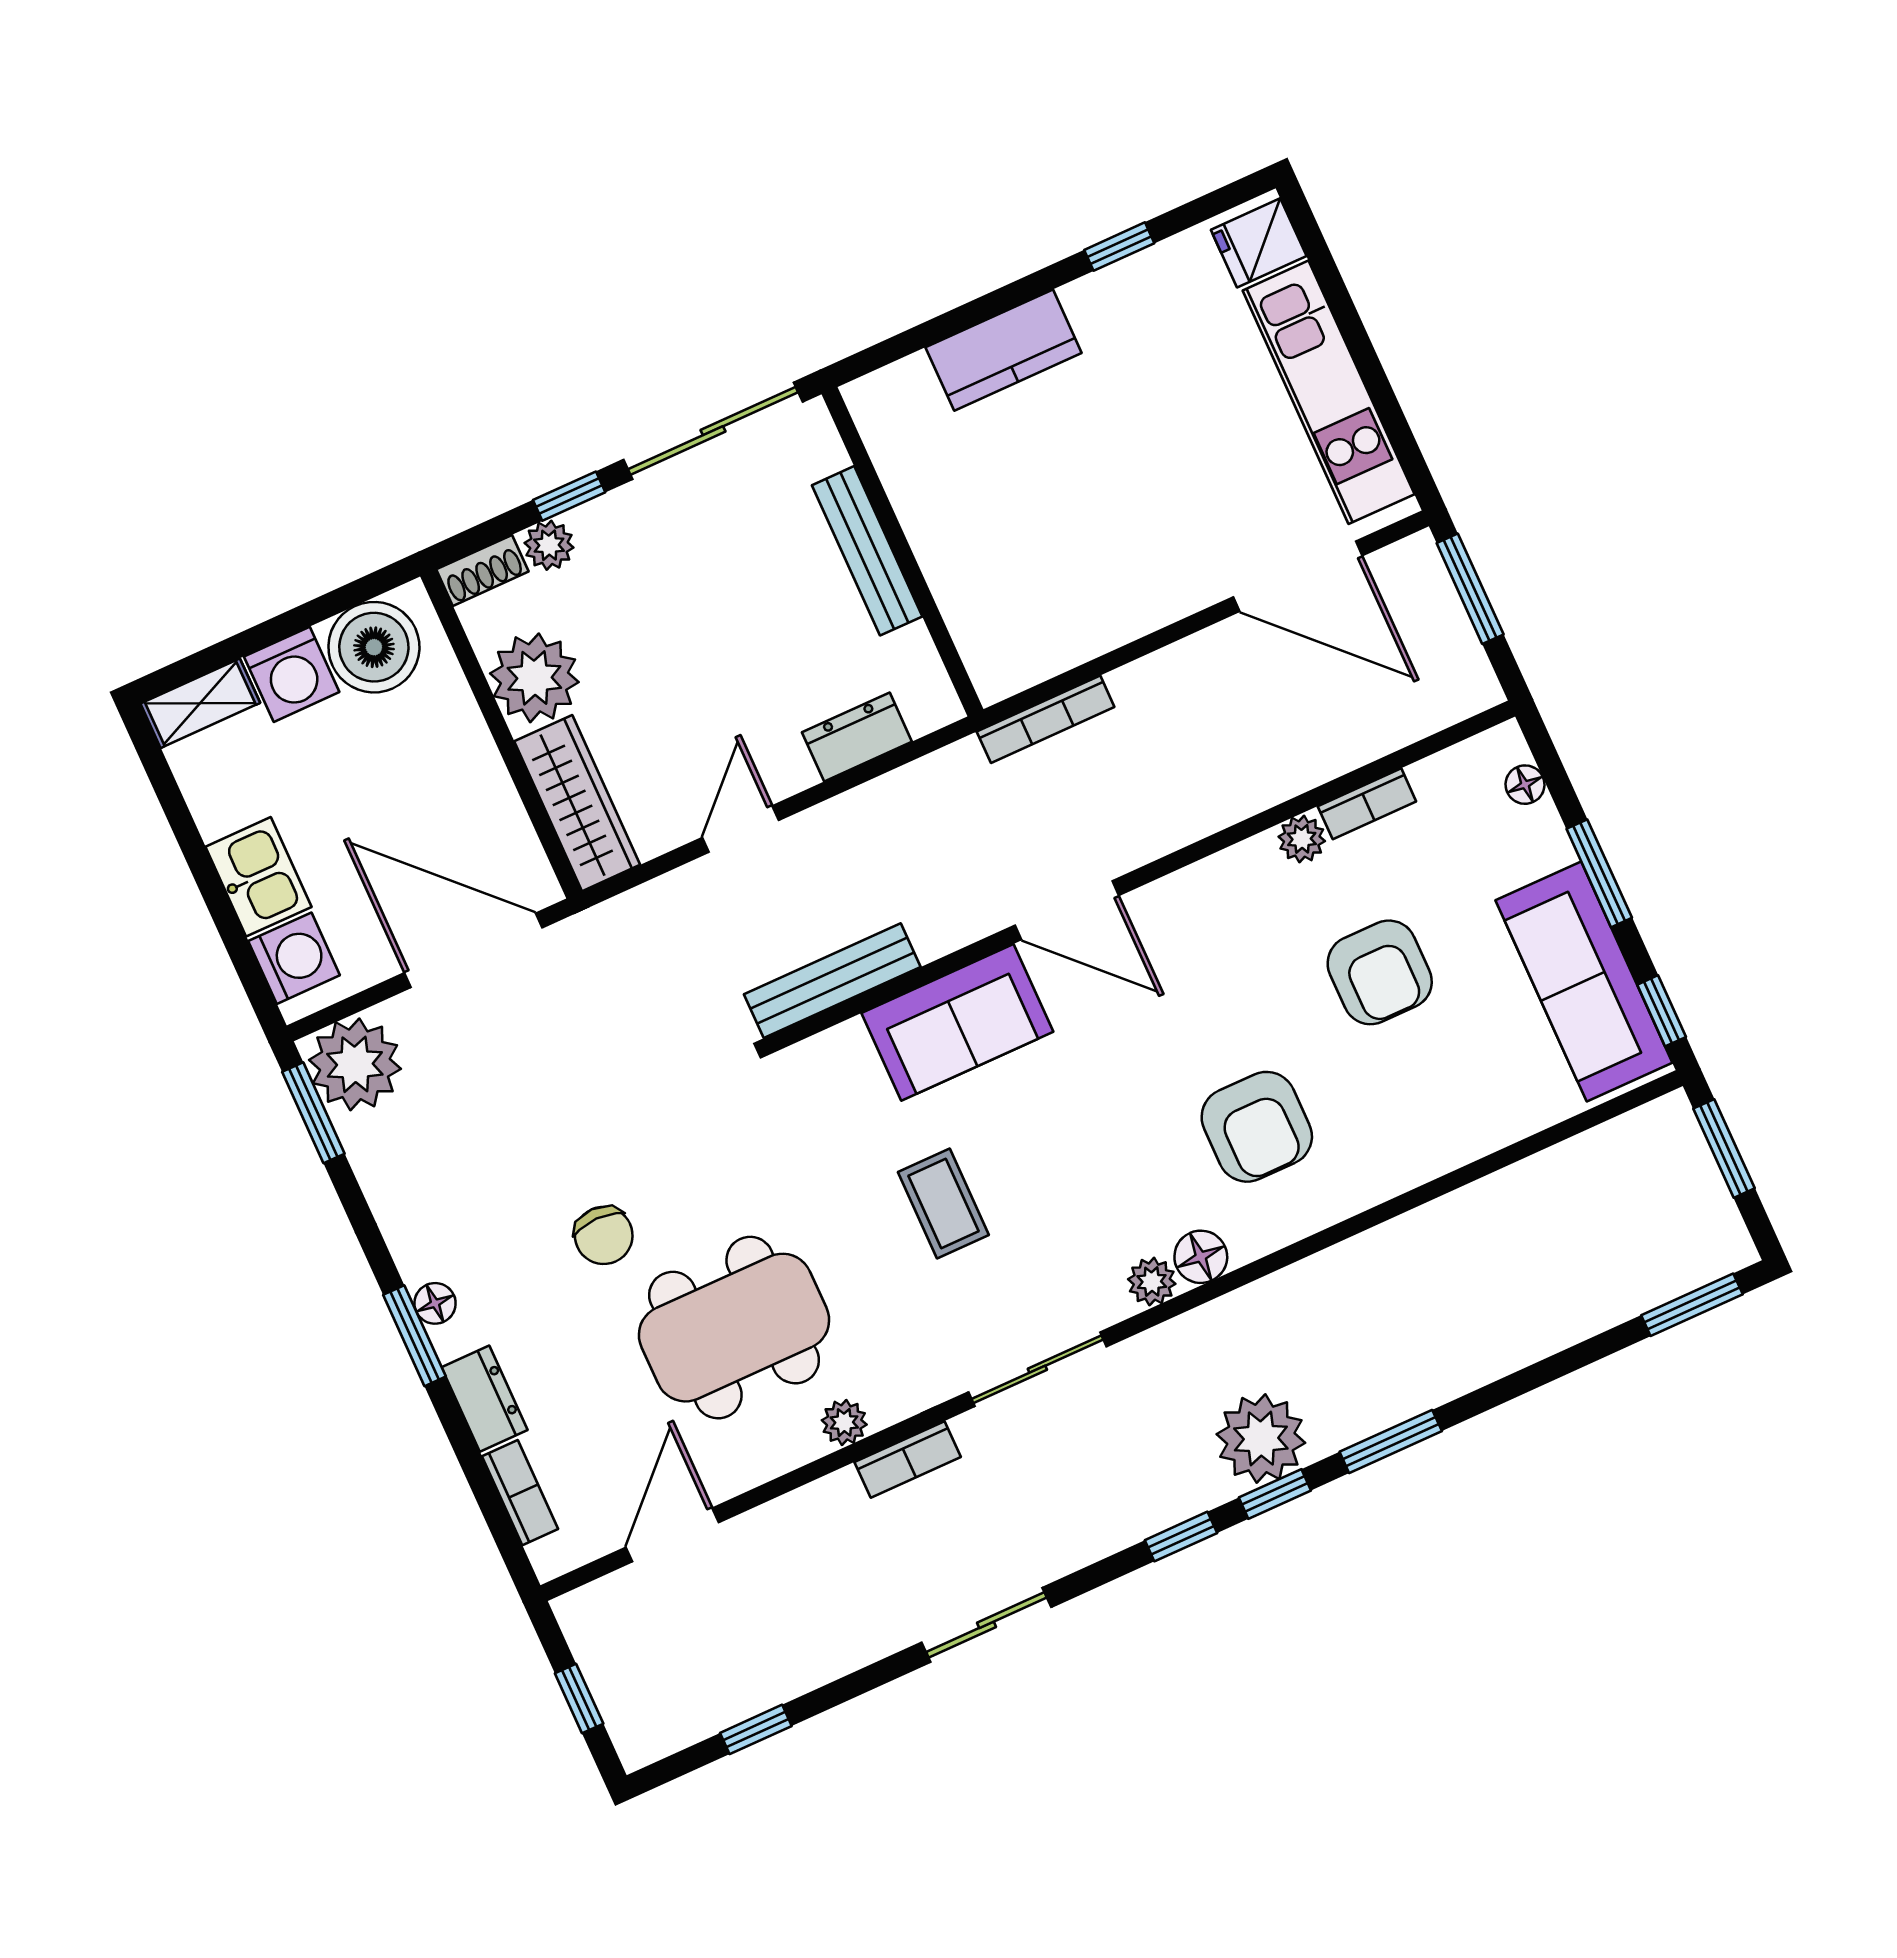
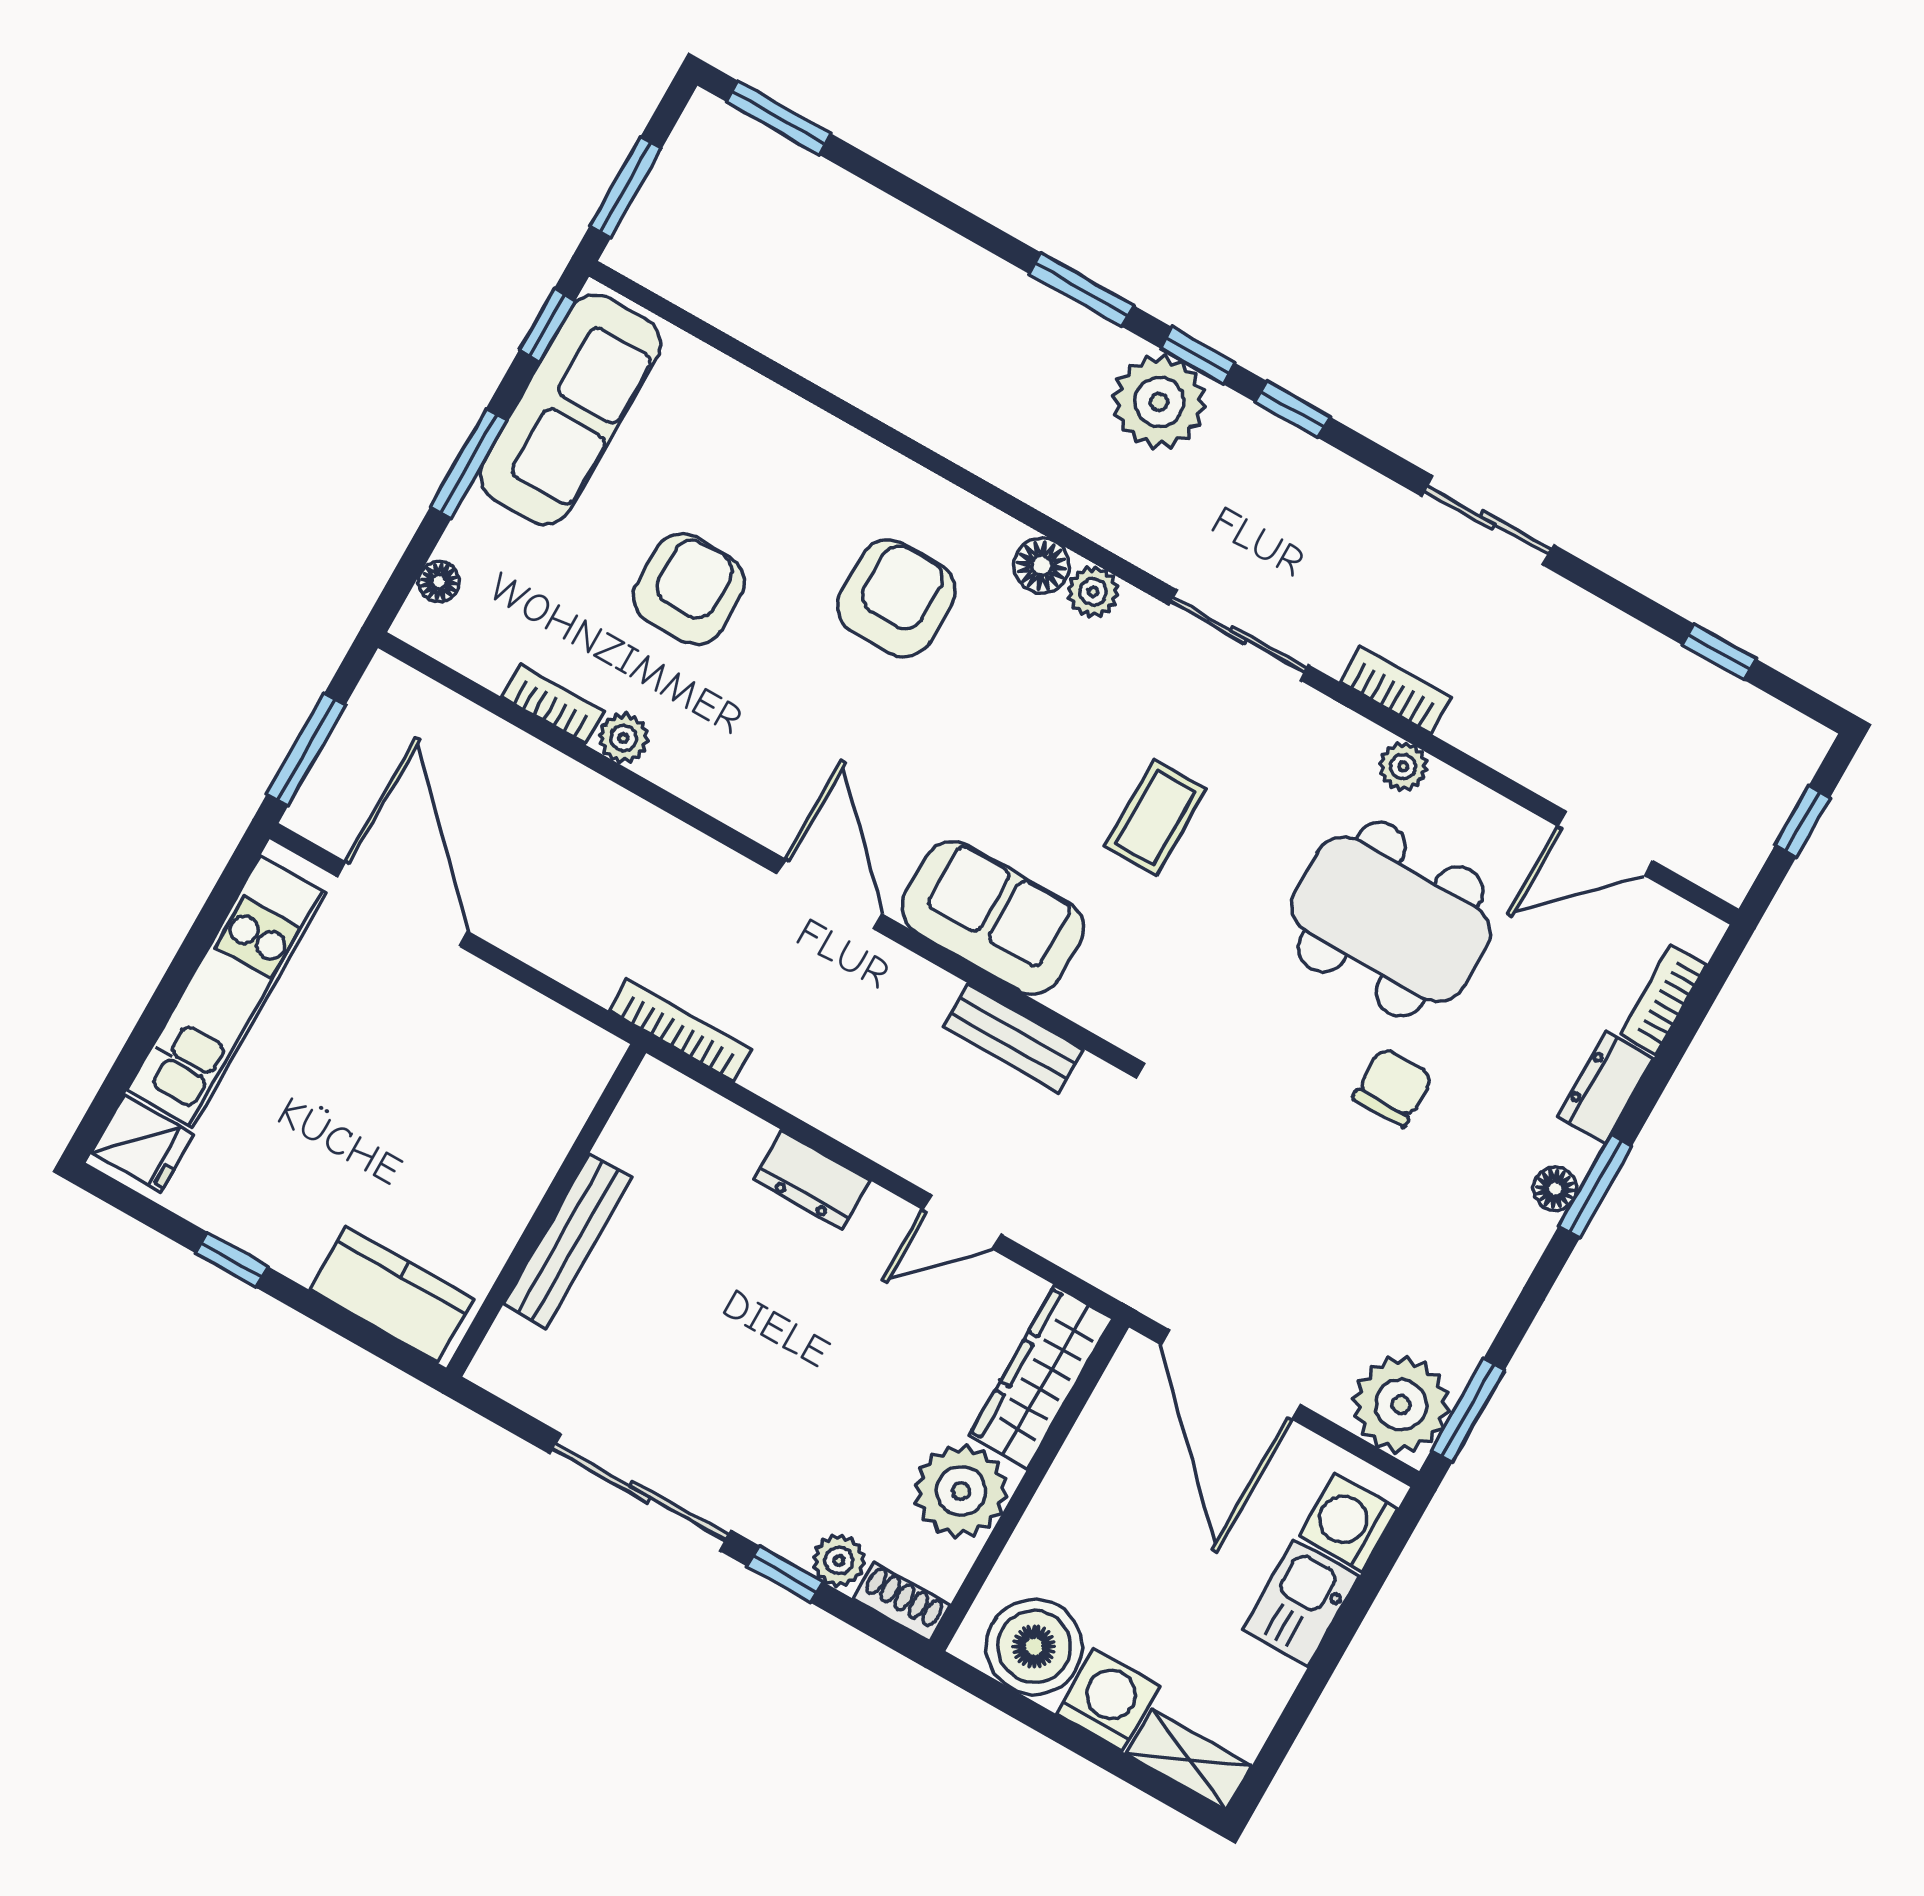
bench: (867, 551) -> (567, 1241), moved
wall: (903, 552) -> (546, 1210), moved
bench: (832, 981) -> (1013, 1038), width x0.73

